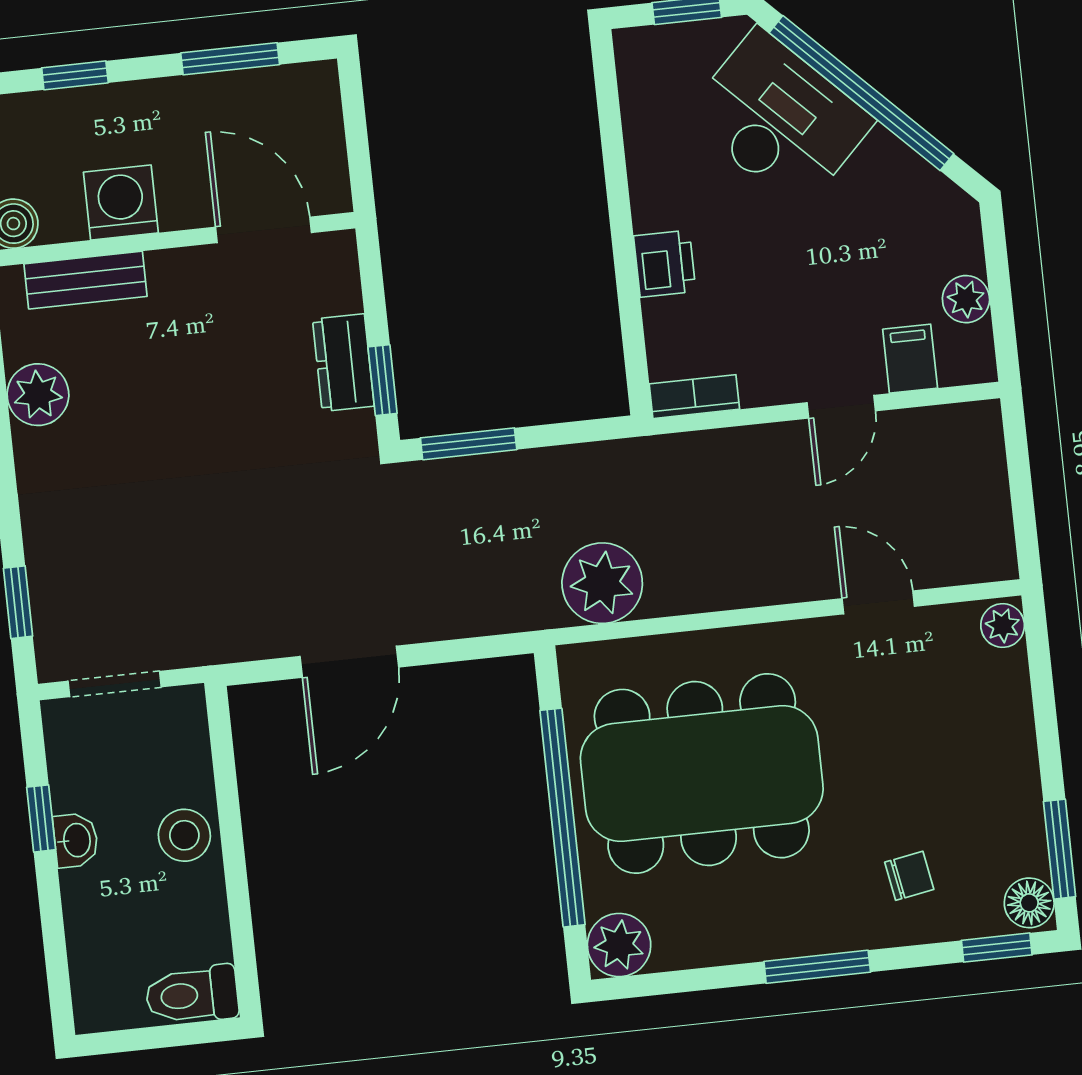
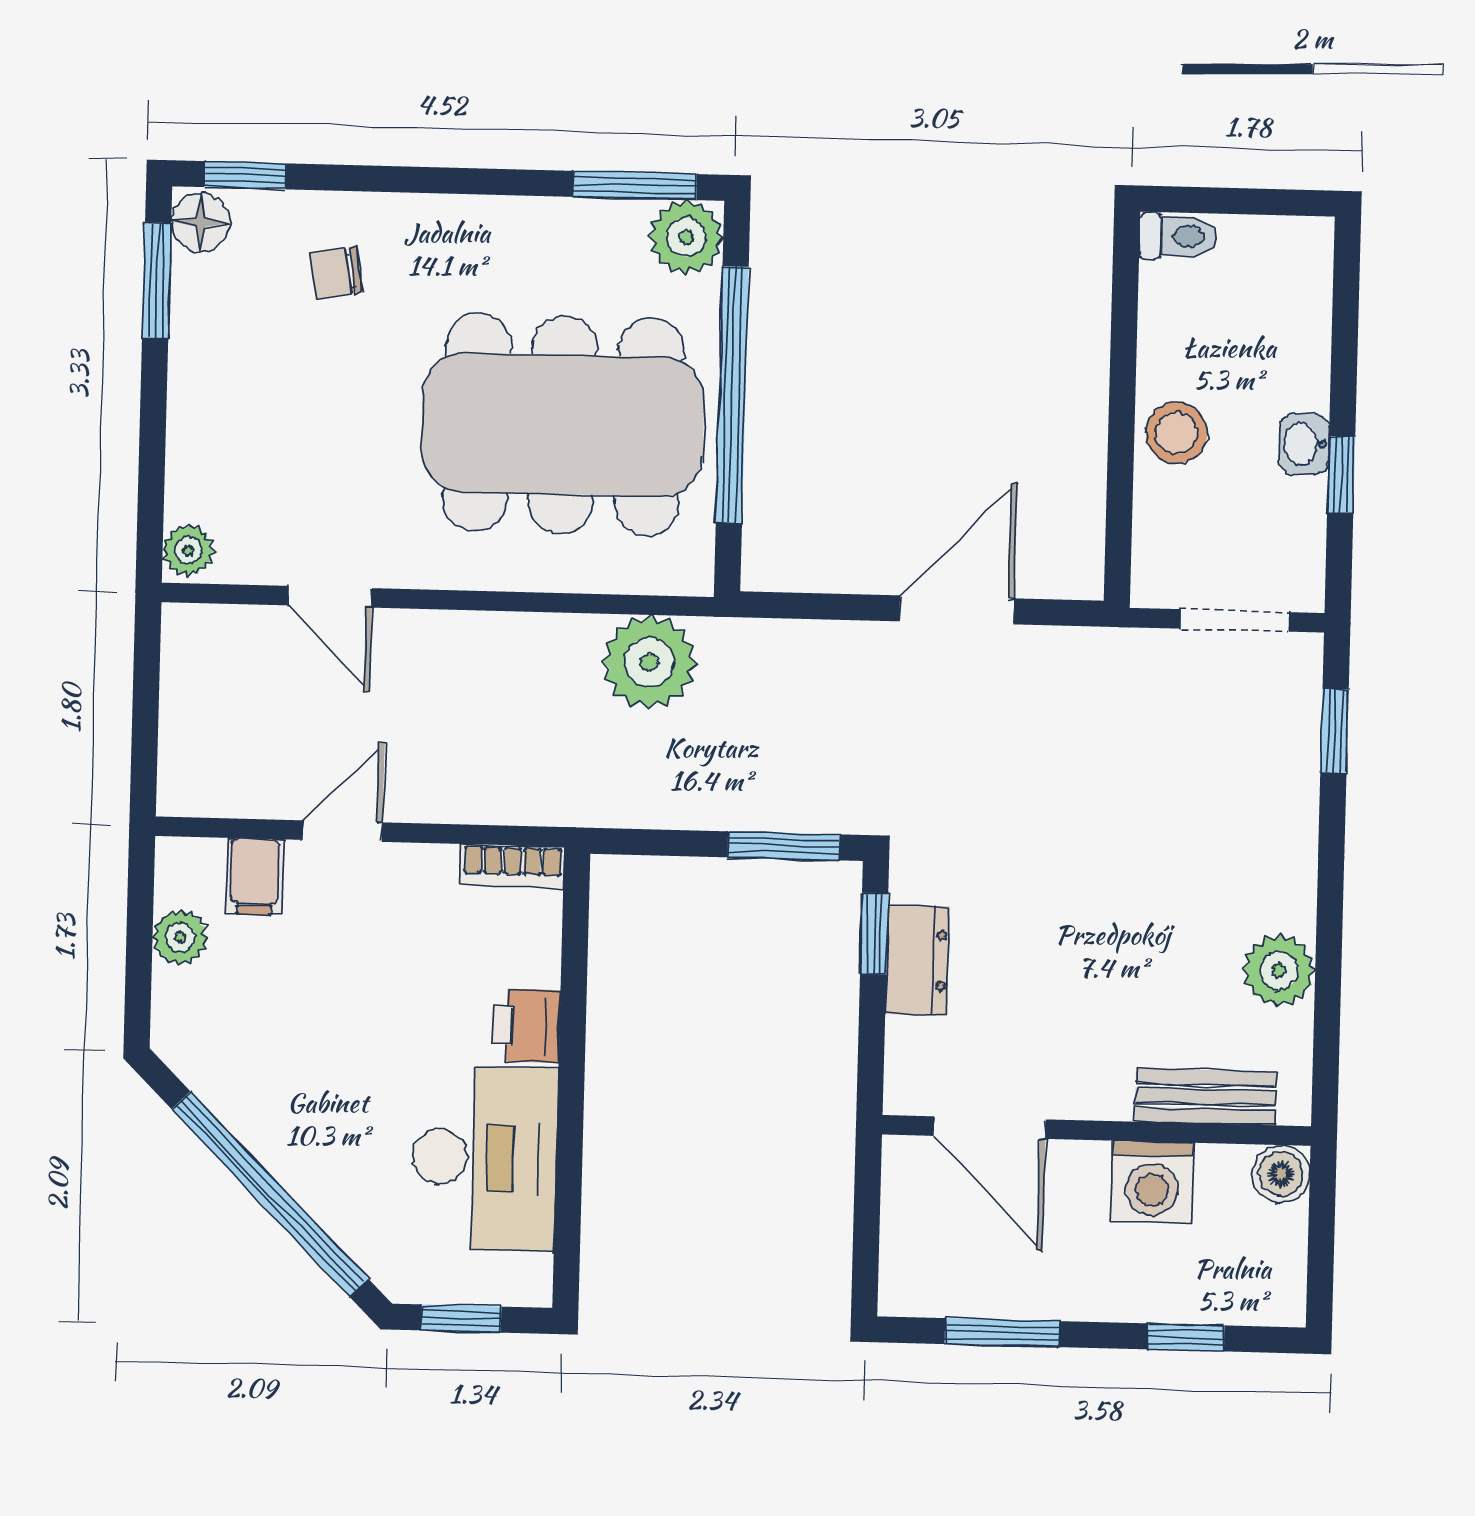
desk: (779, 119) -> (484, 1158), moved, turned -135
window: (817, 967) -> (635, 185), moved
toilet: (192, 995) -> (1178, 236), width x0.73, depth x0.72

